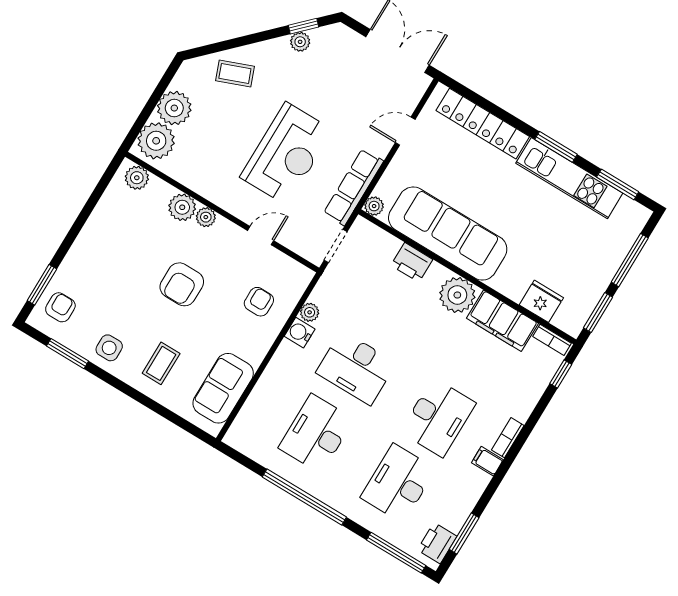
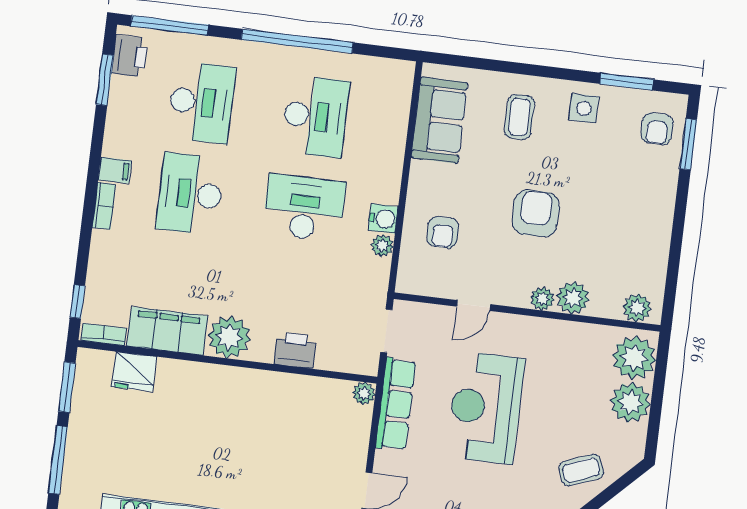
sofa: (448, 234) -> (270, 400), removed

